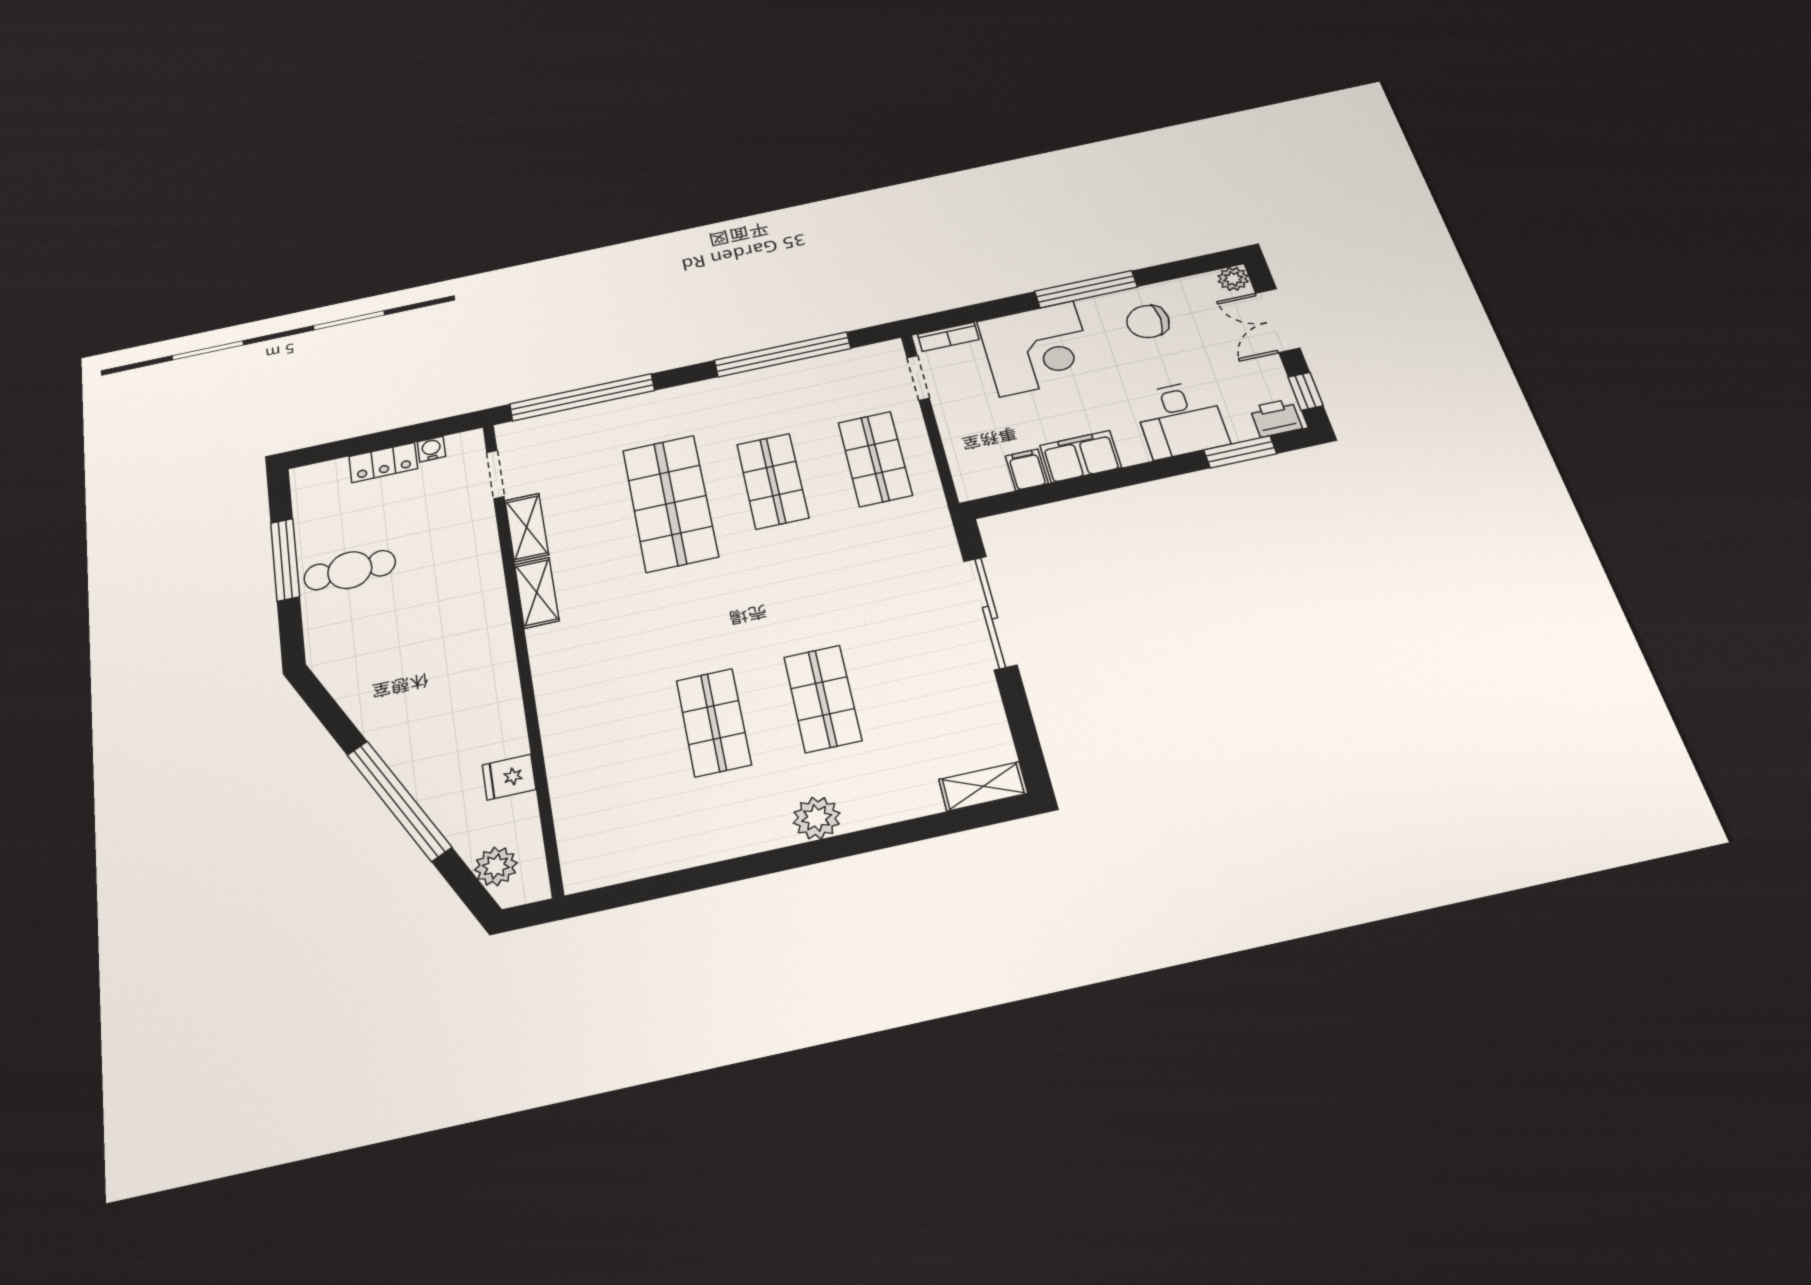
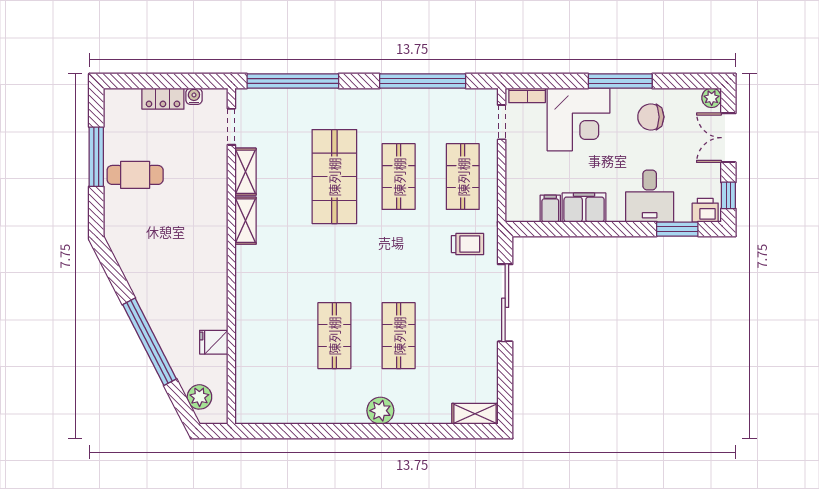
trolley: (906, 545) -> (468, 244), added

